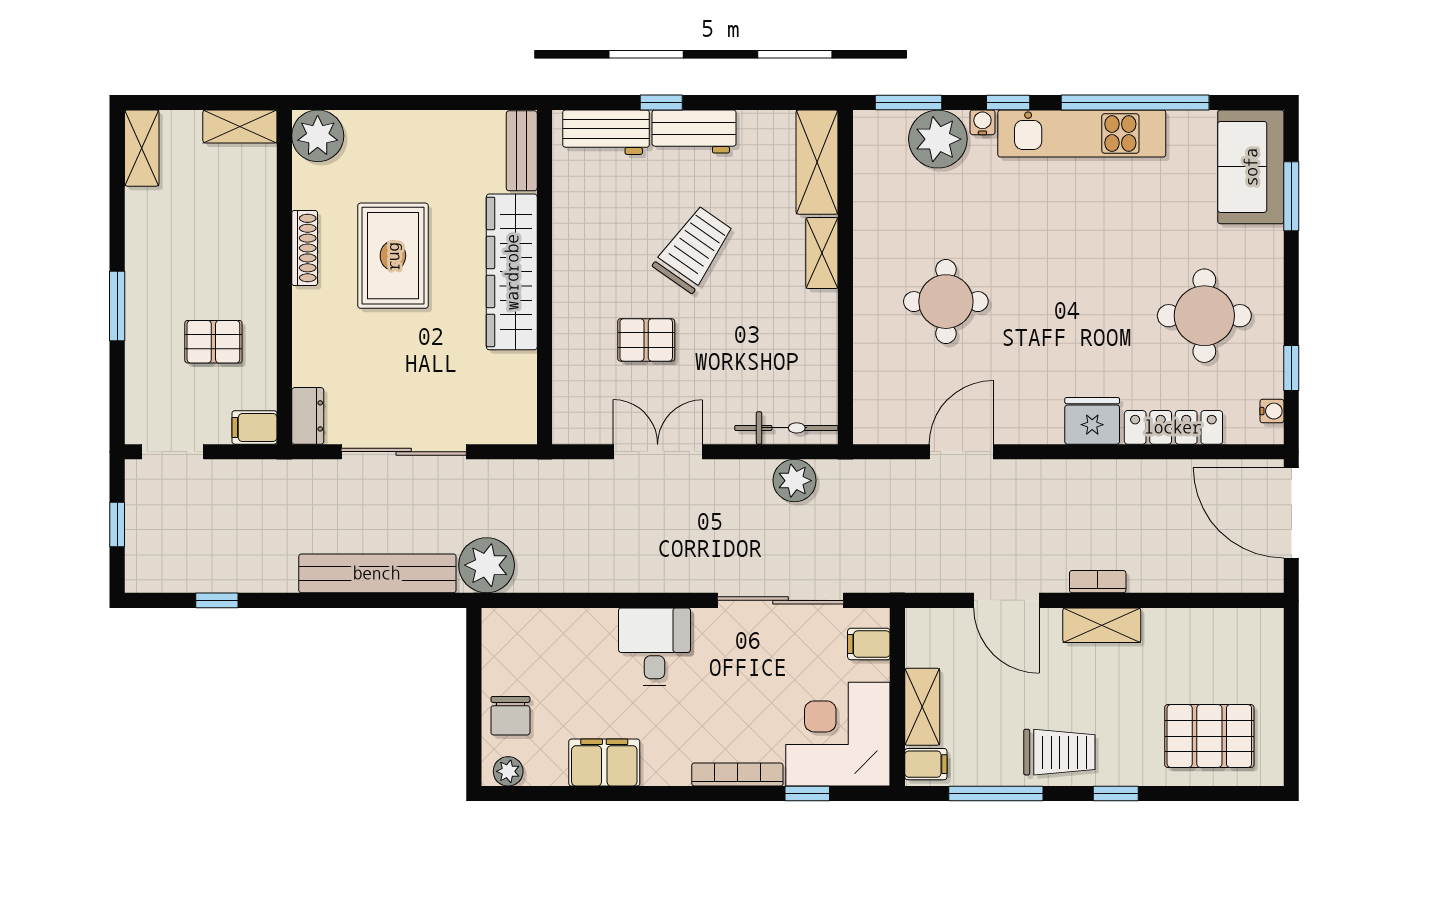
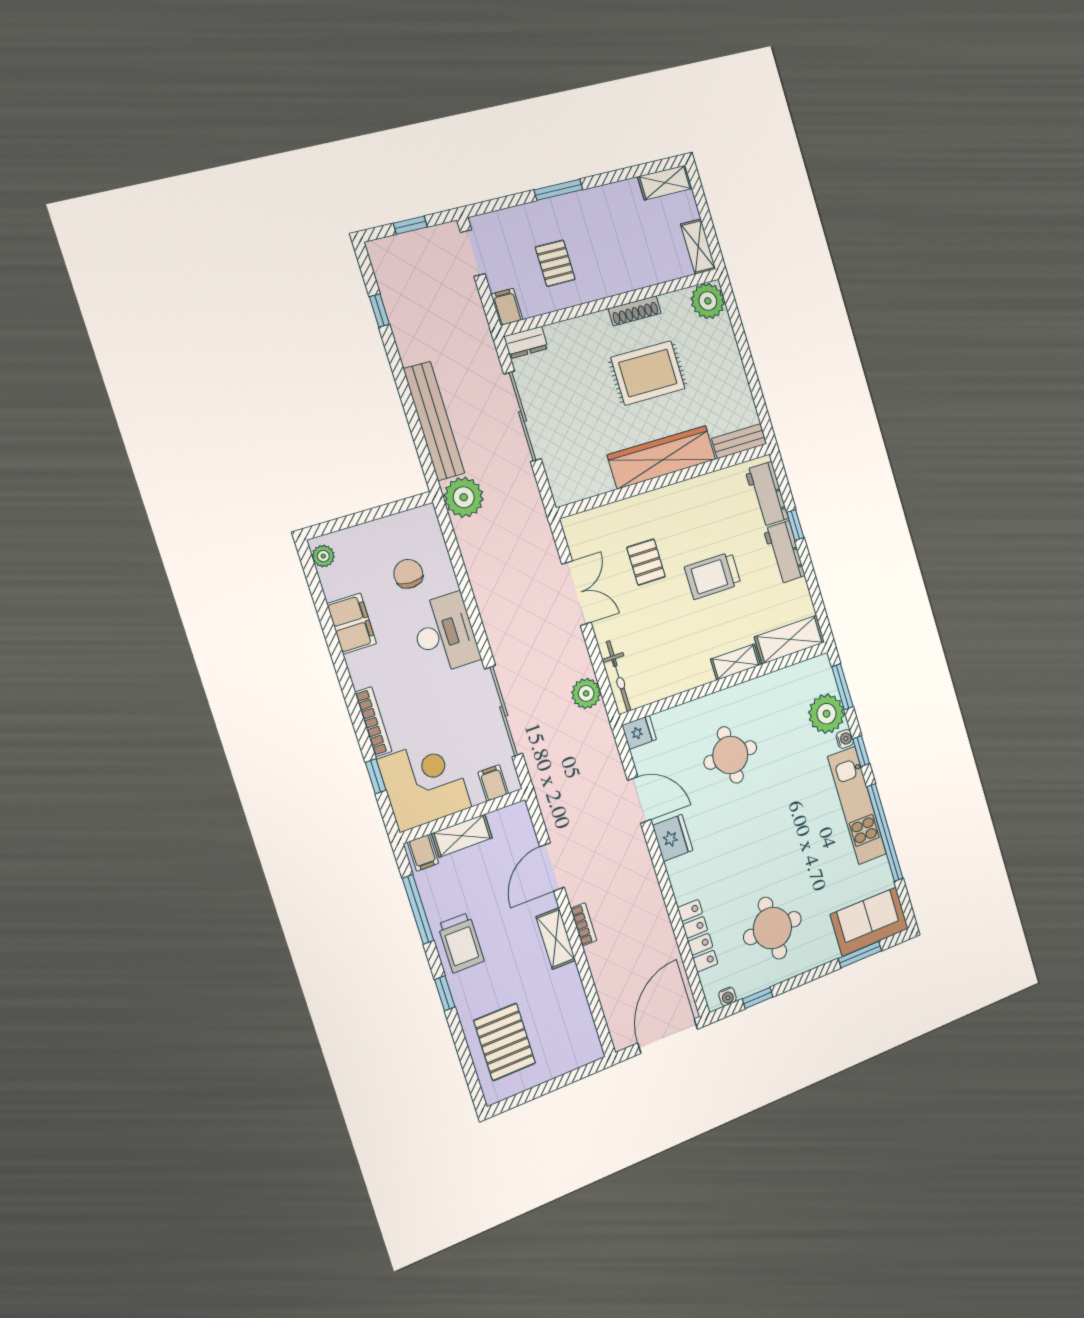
trolley: (694, 249) -> (713, 576), turned 145
fridge: (1092, 421) -> (673, 838), moved
fridge: (871, 423) -> (639, 732), added
desk: (654, 646) -> (445, 633), width x1.37
chair: (510, 716) -> (408, 574), moved, turned 90

